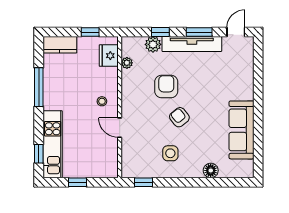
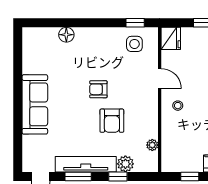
fridge: (109, 56) -> (171, 38), moved
armchair: (179, 117) -> (98, 89), turned 129
sofa: (241, 130) -> (35, 104), moved
side table: (170, 153) -> (134, 44), moved

